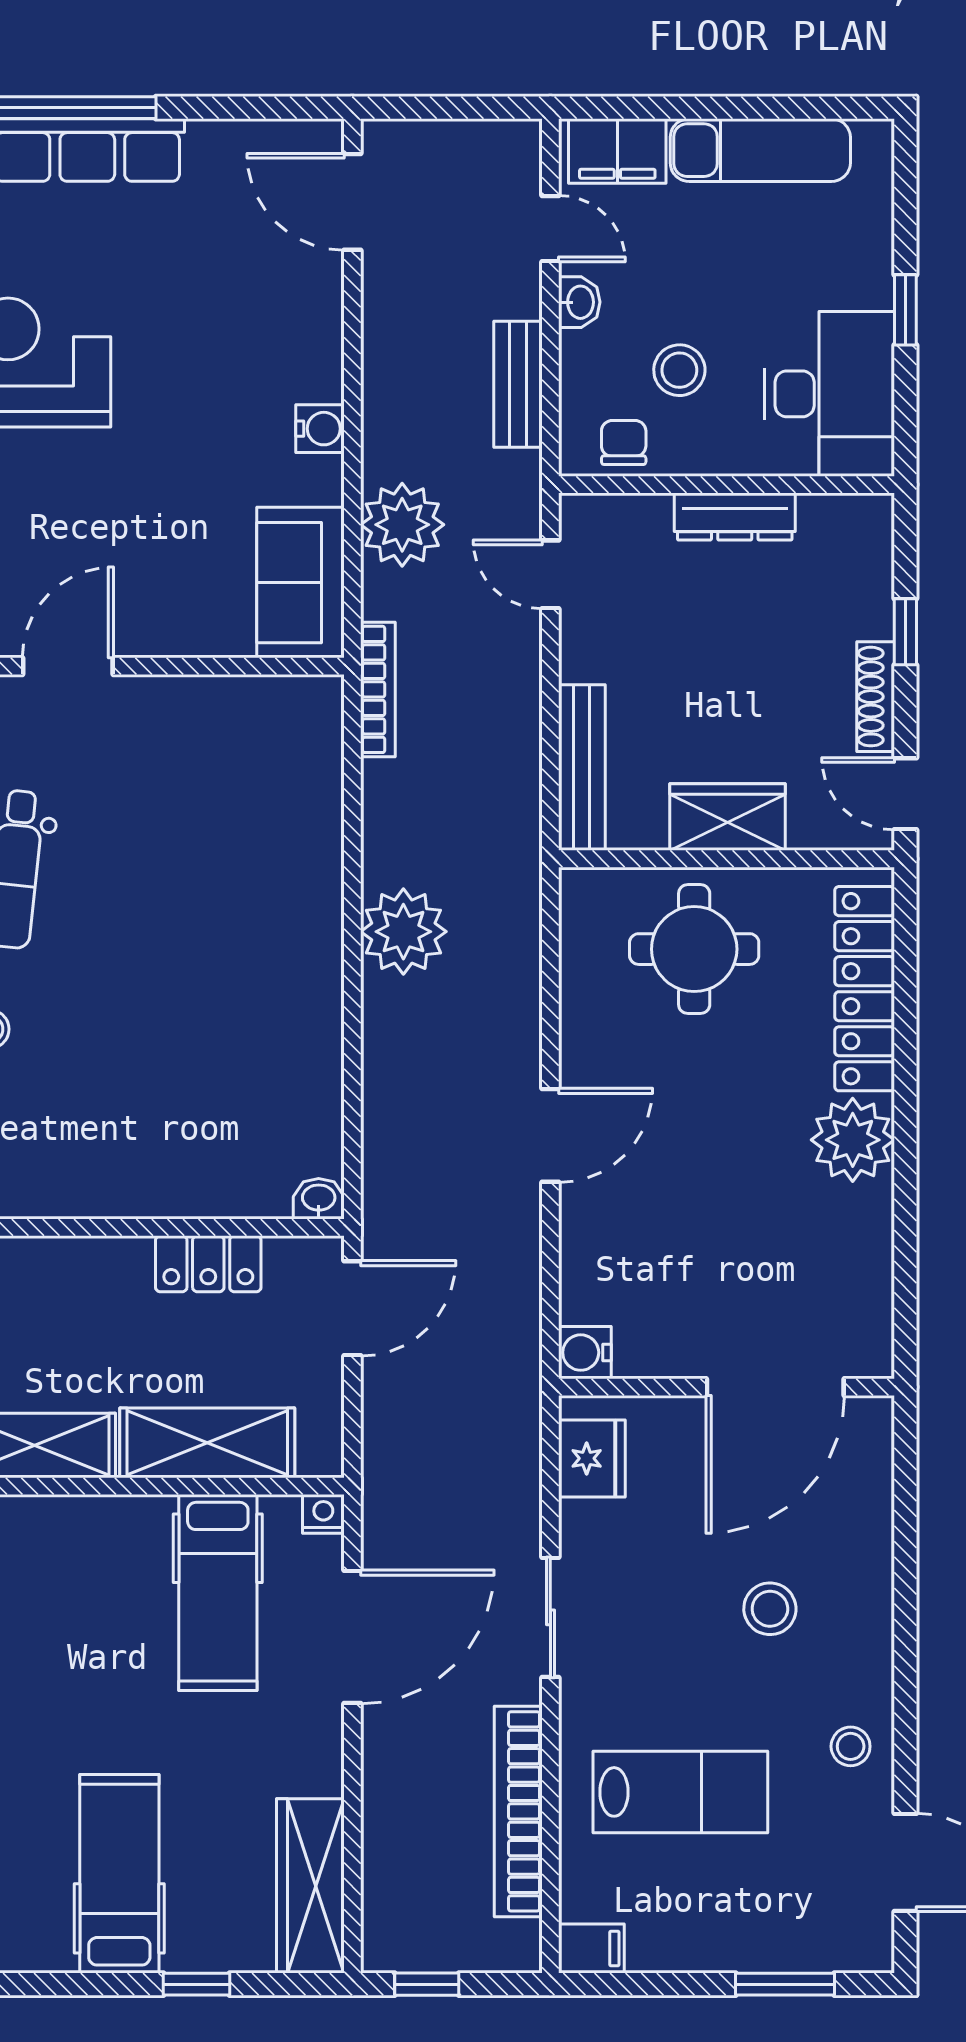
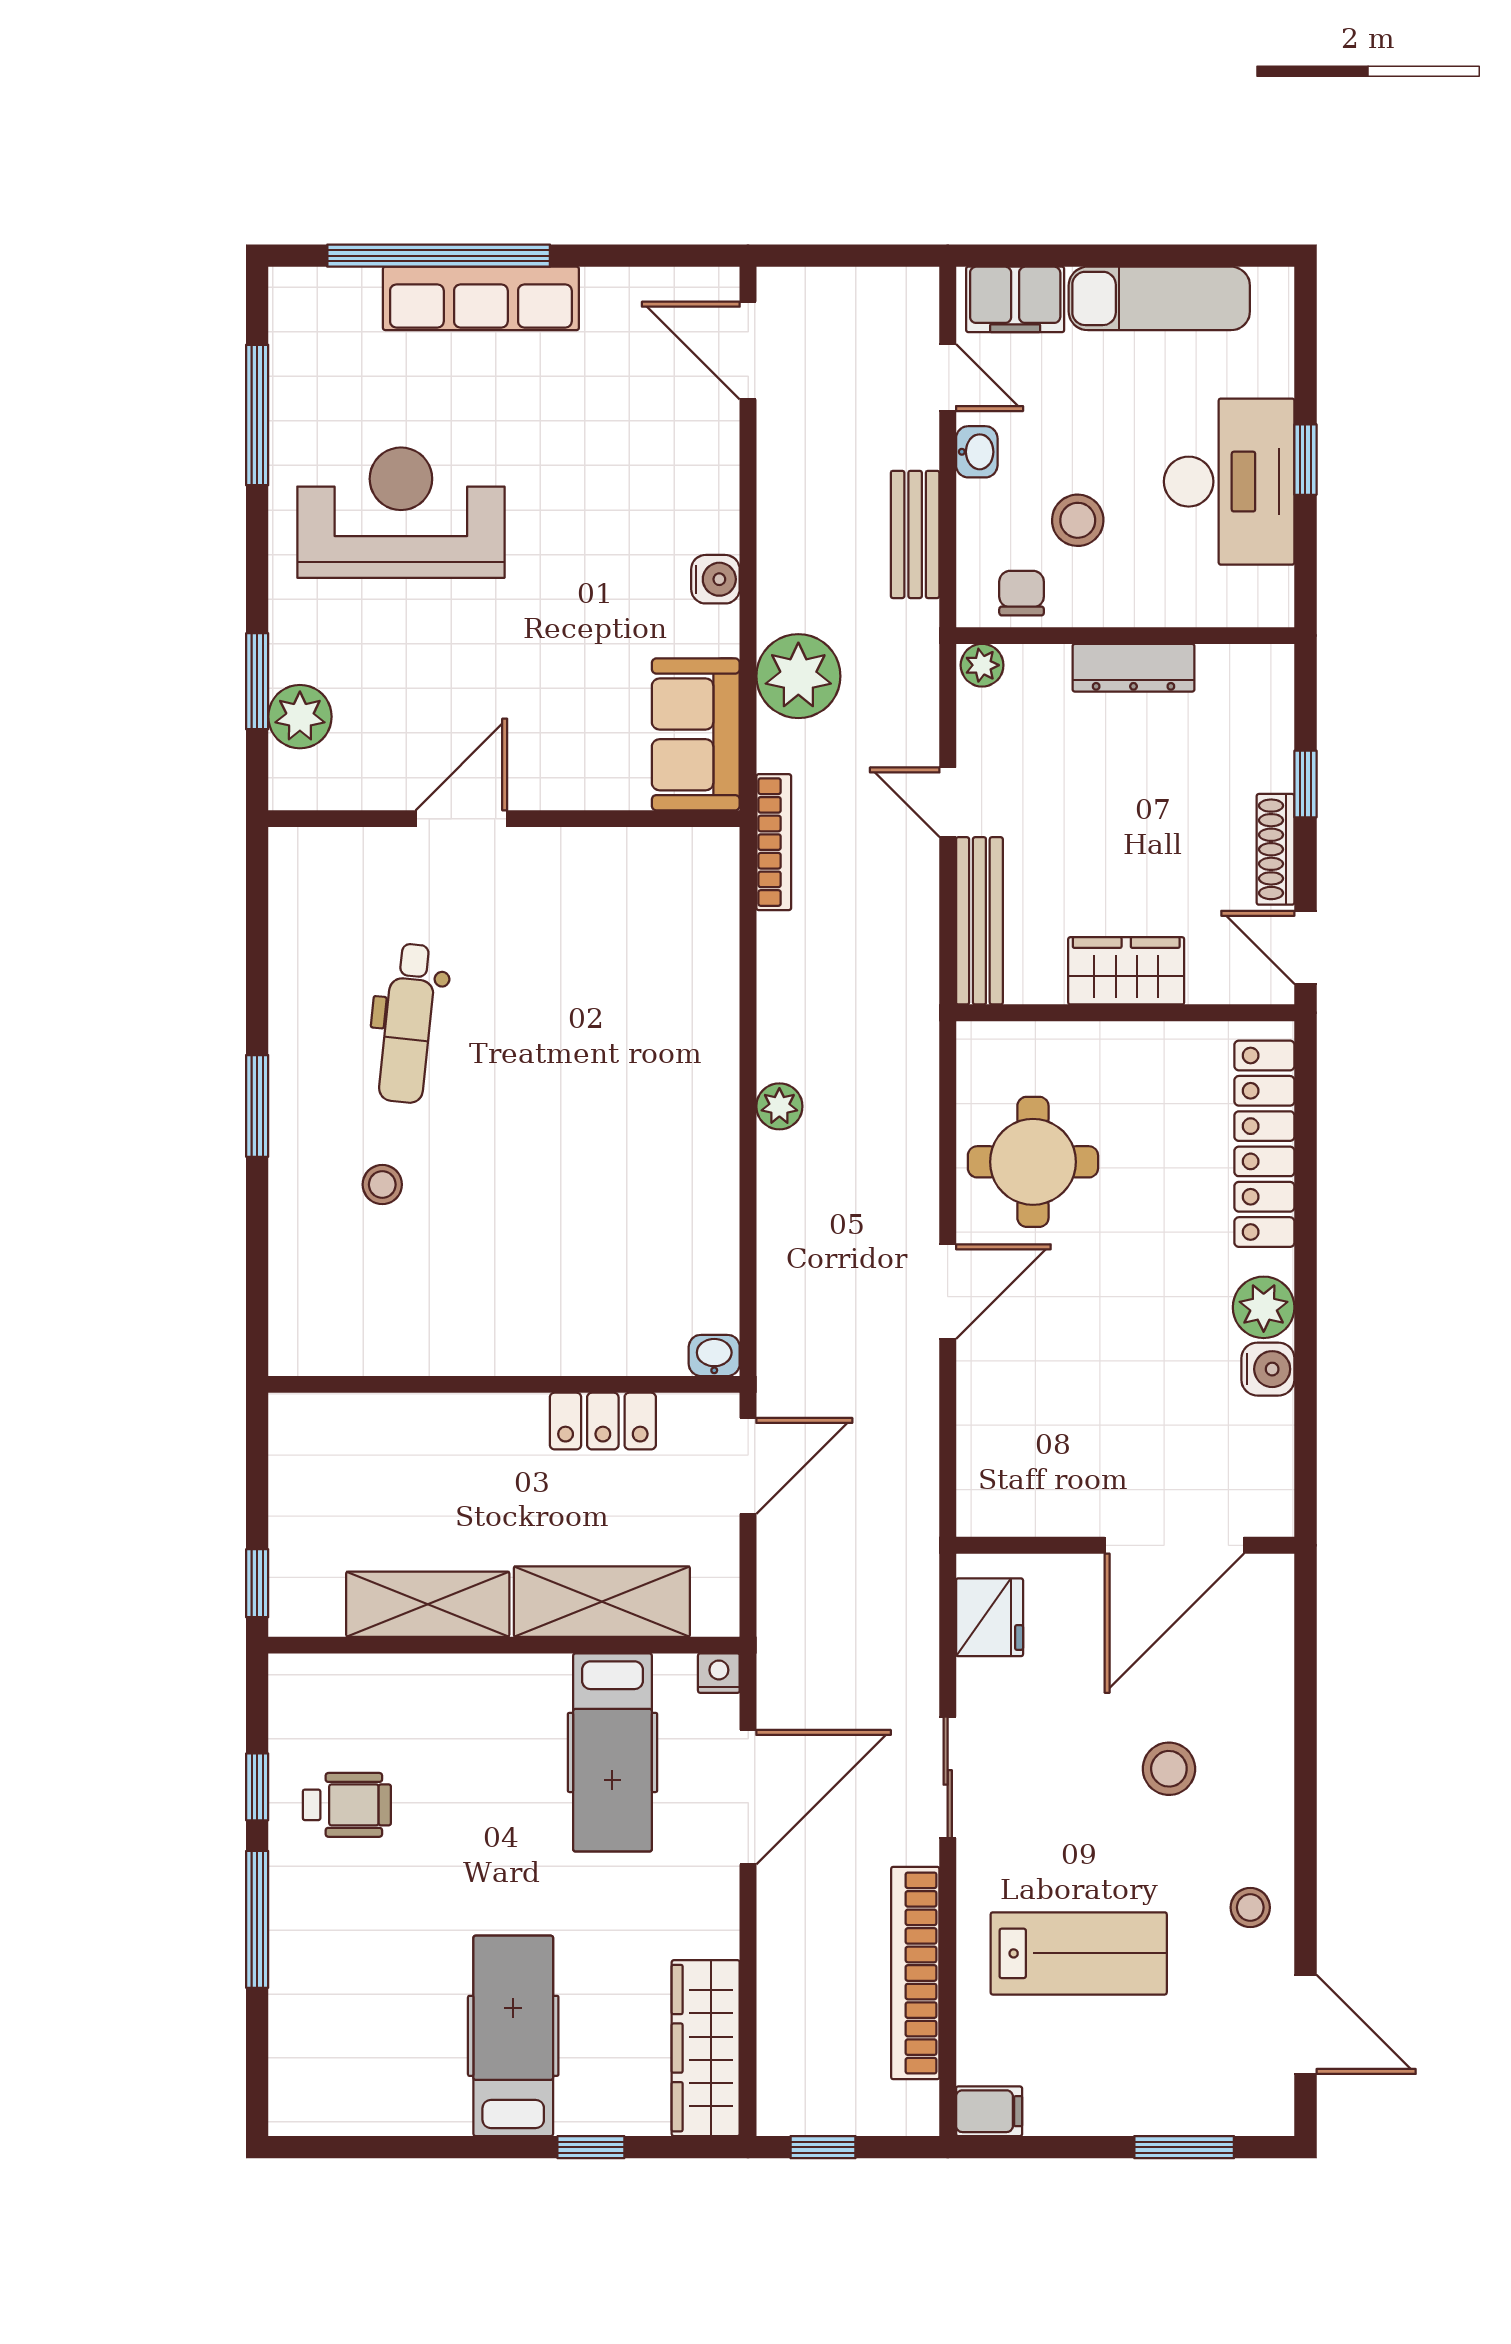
desk: (830, 394) -> (1229, 482), moved
plant: (584, 514) -> (982, 665), added
door: (550, 574) -> (948, 802), moved
plant: (403, 932) -> (779, 1106), width x0.53, depth x0.53
round table: (694, 949) -> (1033, 1162), moved
plant: (853, 1140) -> (1264, 1307), width x0.73, depth x0.73
water cooler: (585, 1353) -> (1268, 1369), moved, turned 180

